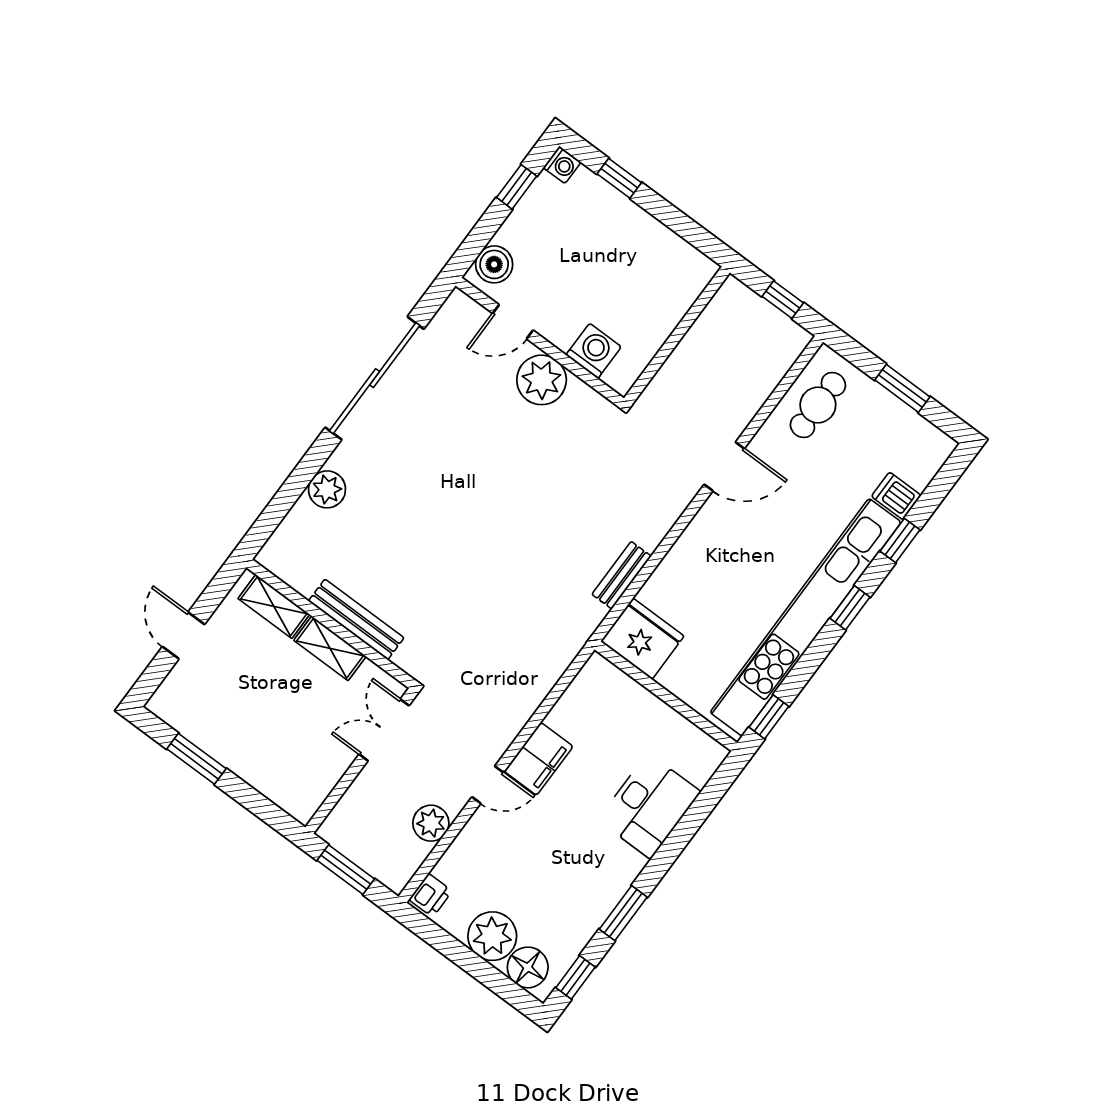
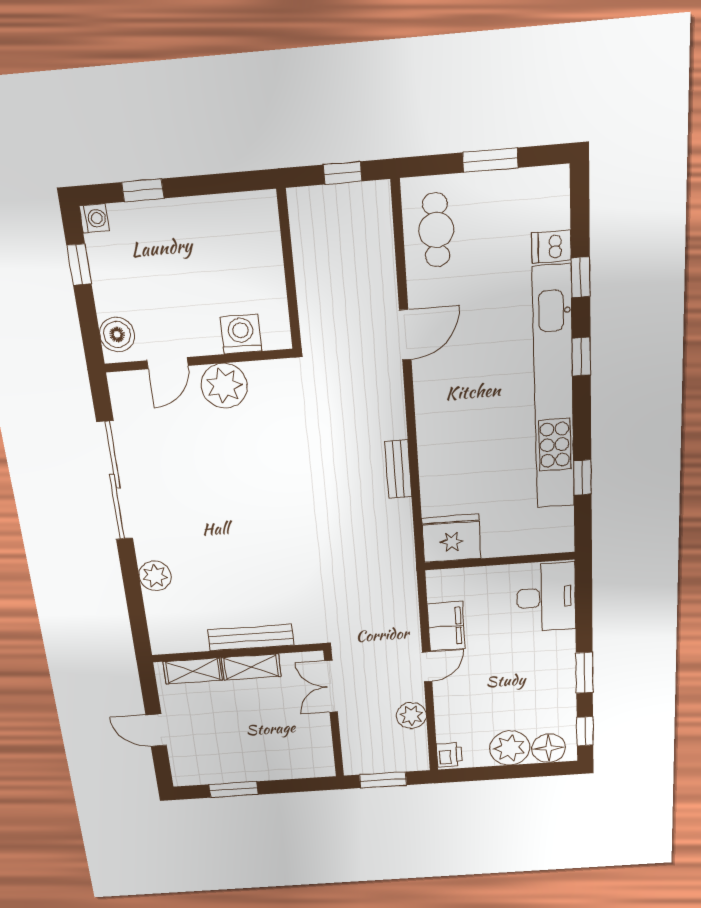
fridge: (642, 639) -> (451, 538), moved
wall: (666, 696) -> (500, 561), moved

